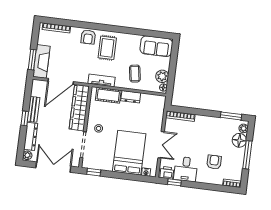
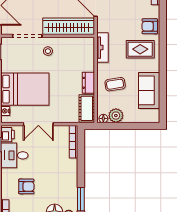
sofa: (156, 46) -> (149, 90), moved
cot: (108, 95) -> (87, 108), moved

